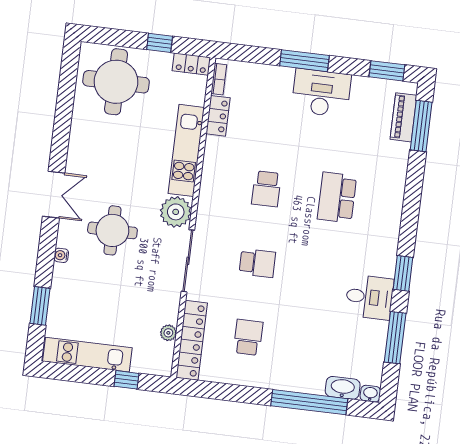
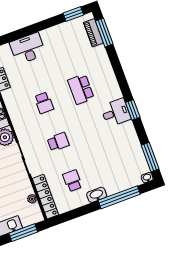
window: (304, 61) -> (30, 30), removed
desk: (321, 93) -> (28, 49), moved
desk: (369, 297) -> (116, 113), moved
window: (395, 338) -> (150, 157), moved
window: (127, 380) -> (23, 233), width x2.17
washbasin: (343, 388) -> (97, 195), moved

